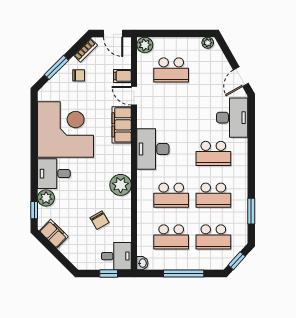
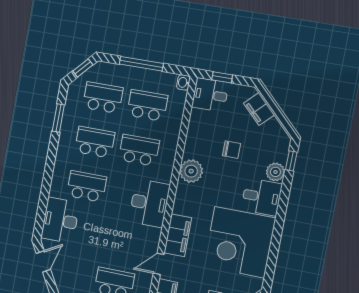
door: (134, 96) -> (159, 264), swing flipped
chair: (99, 220) -> (232, 150), moved, turned 120
filing cabinet: (54, 234) -> (259, 109), moved

